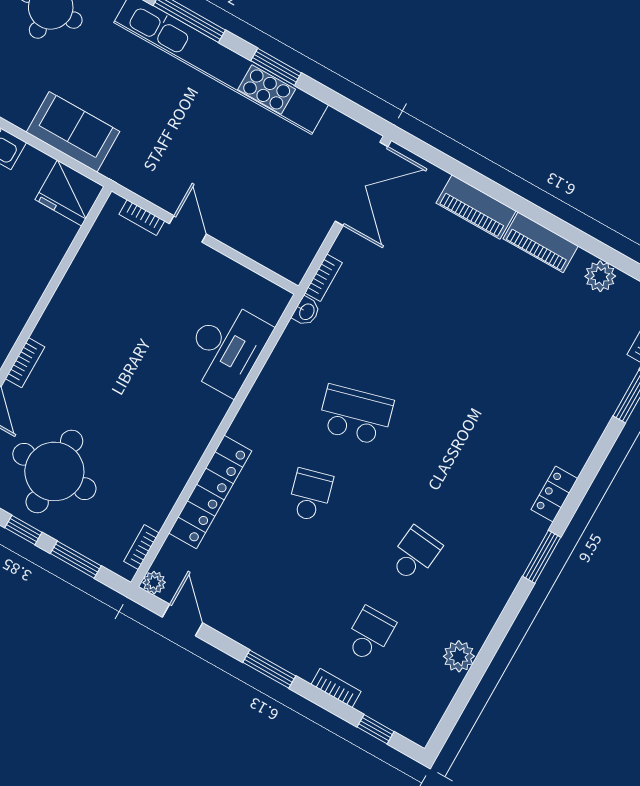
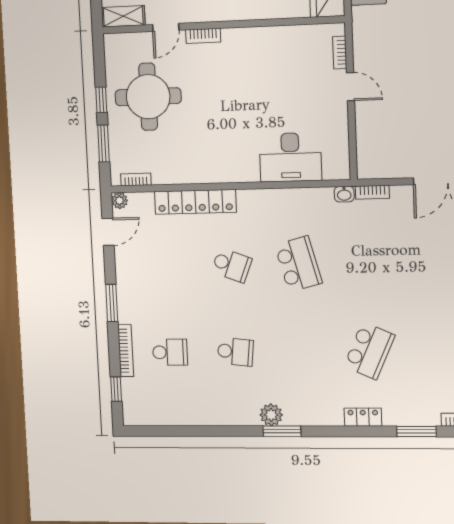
door: (188, 229) -> (351, 87), hinge flipped
school desk: (506, 394) -> (369, 351), added
locker: (554, 494) -> (363, 417), moved
school desk: (310, 495) -> (232, 265), turned 36
plant: (459, 656) -> (271, 415), moved
bookcase: (336, 688) -> (126, 351), width x1.56

